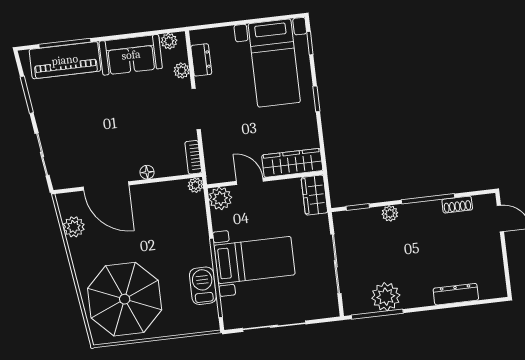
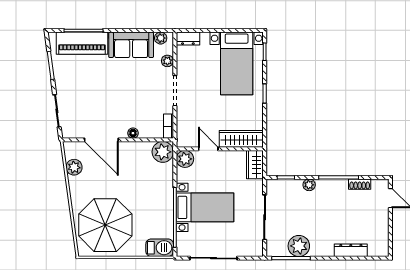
dresser: (201, 60) -> (188, 39), moved, turned 90
plant: (195, 185) -> (163, 152), width x1.87, depth x1.87
barbecue: (203, 286) -> (160, 248), moved, turned 90

